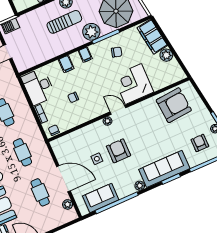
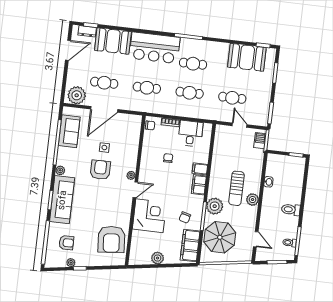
filing cabinet: (152, 37) -> (190, 245), moved, turned -82
filing cabinet: (85, 55) -> (199, 185), width x2.00
desk: (38, 87) -> (190, 133), width x0.73
armchair: (118, 151) -> (100, 170), turned -90
plant: (68, 204) -> (77, 95), width x1.87, depth x1.87

